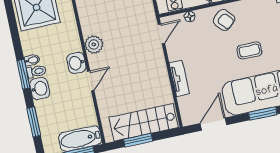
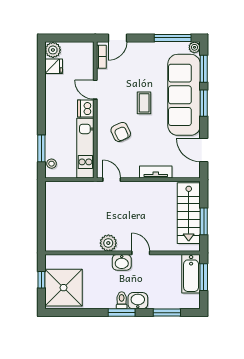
floor lamp: (190, 17) -> (102, 151), removed
armchair: (224, 20) -> (121, 132), moved, turned 106
bidet: (32, 60) -> (111, 302), removed

